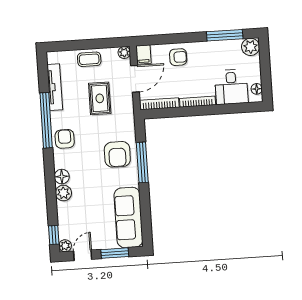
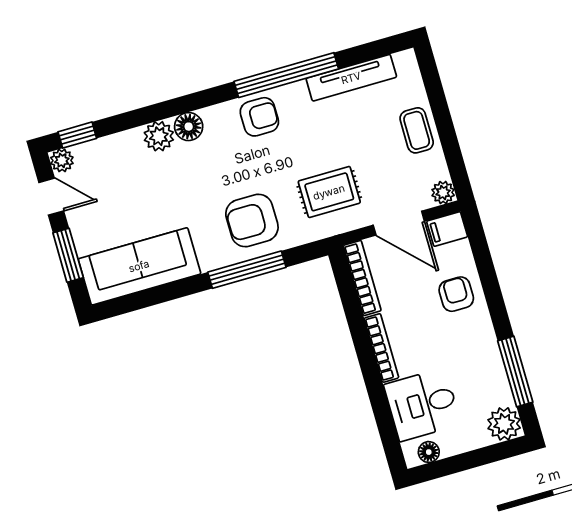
armchair: (178, 57) -> (456, 294), turned 180
rug: (100, 98) -> (329, 192), moved

